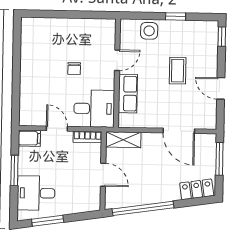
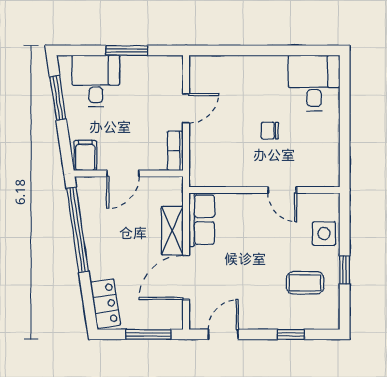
window: (222, 37) -> (291, 334), moved
coffee table: (178, 71) -> (305, 283), moved
door: (221, 88) -> (223, 334), moved
row of seats: (128, 94) -> (202, 220), moved, turned -90
desk: (94, 109) -> (314, 83), moved, turned 180
filing cabinet: (29, 138) -> (85, 155), moved, turned 180
shelving: (123, 140) -> (172, 231), moved

